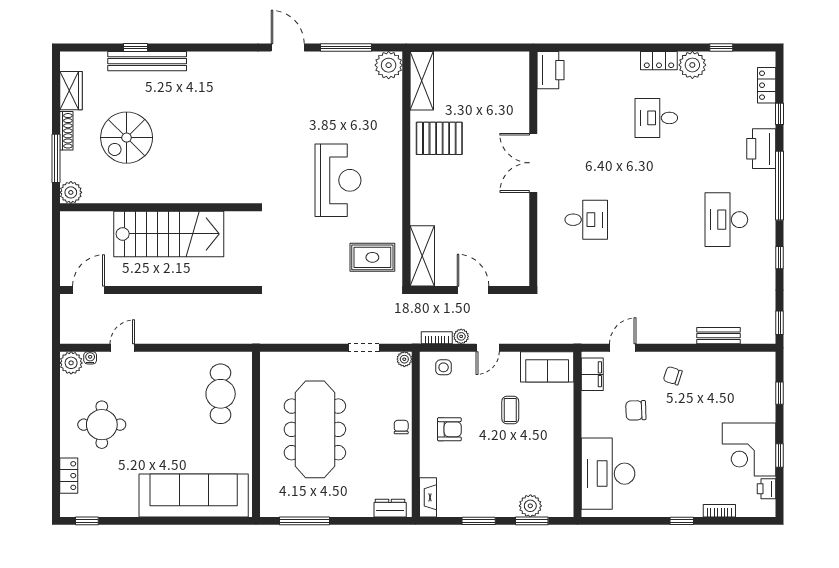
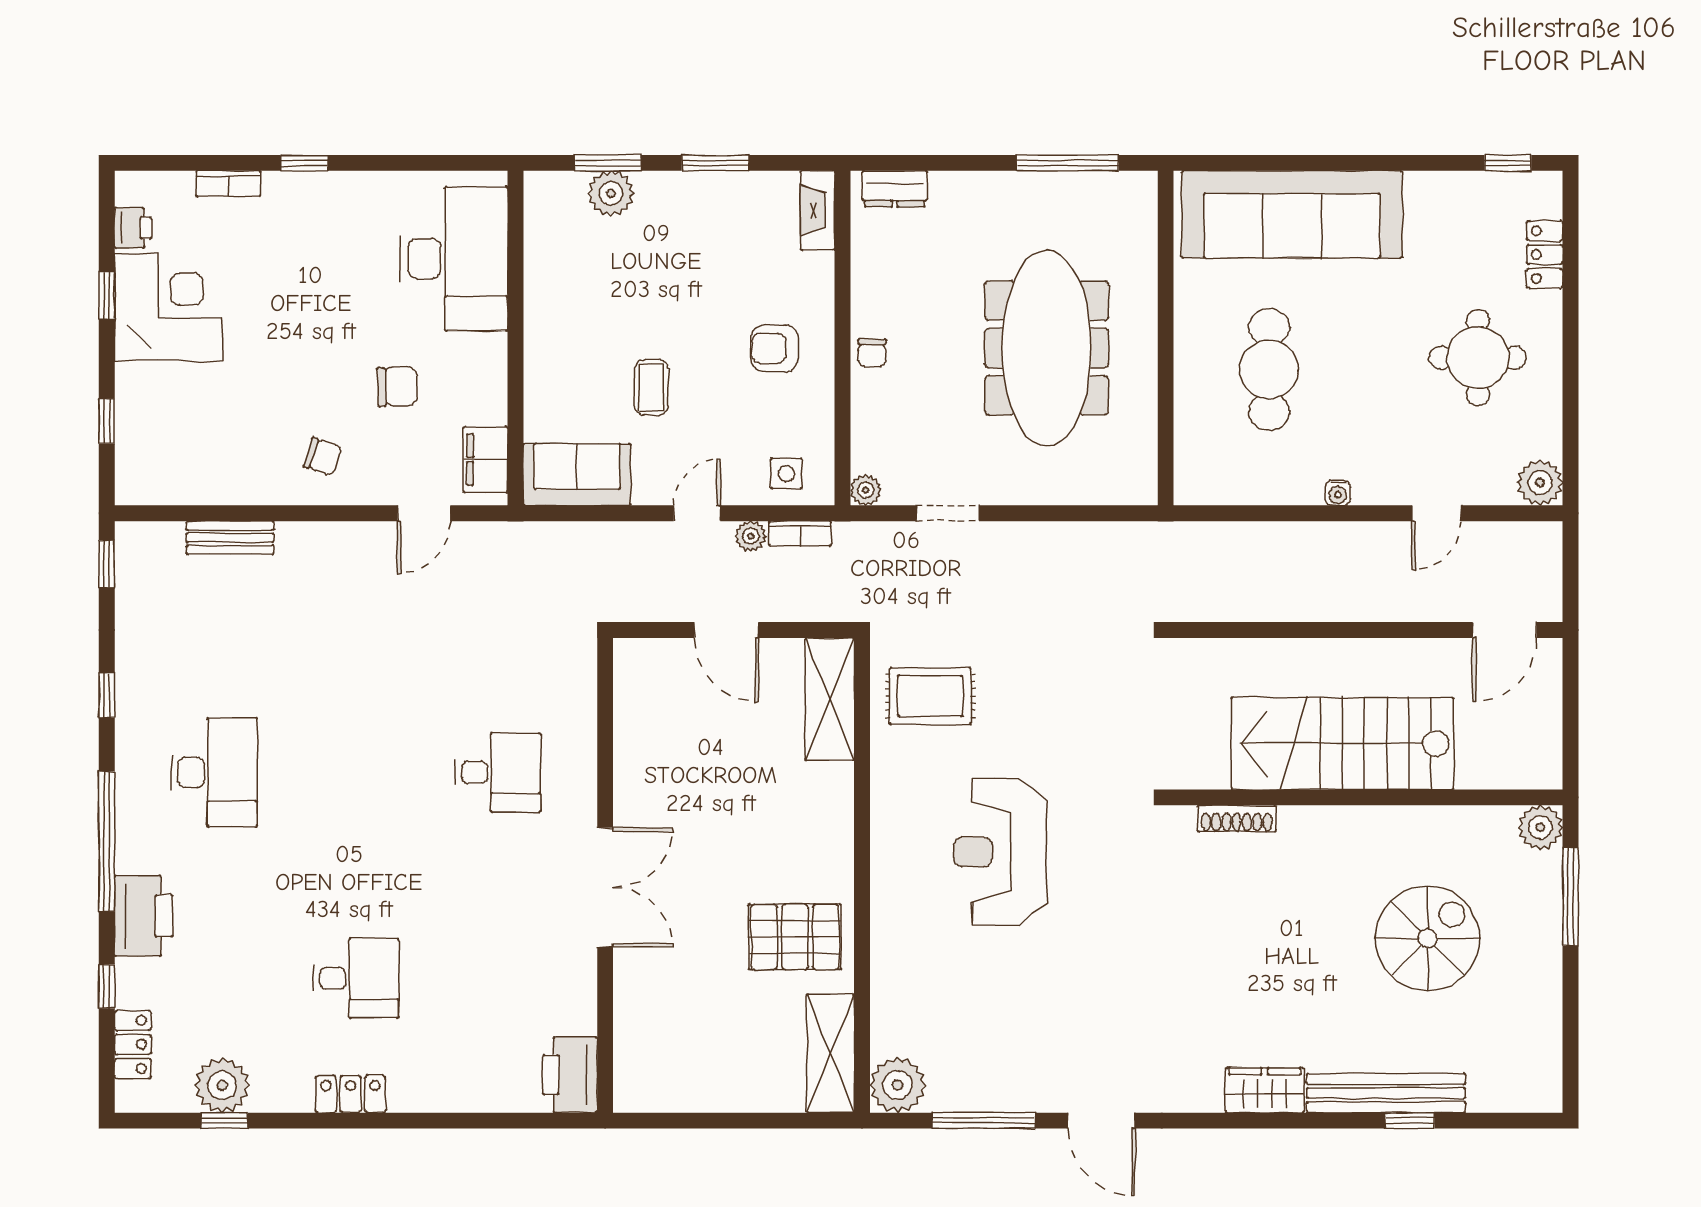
plant: (692, 65) -> (222, 1085), moved
wardrobe: (71, 91) -> (1265, 1090), moved, turned 90
shoe rack: (66, 131) -> (1237, 819), moved, turned -90
desk: (586, 220) -> (498, 772), turned 180
water cooler: (90, 358) -> (1338, 493), moved
cafe table: (221, 394) -> (1269, 369), moved

